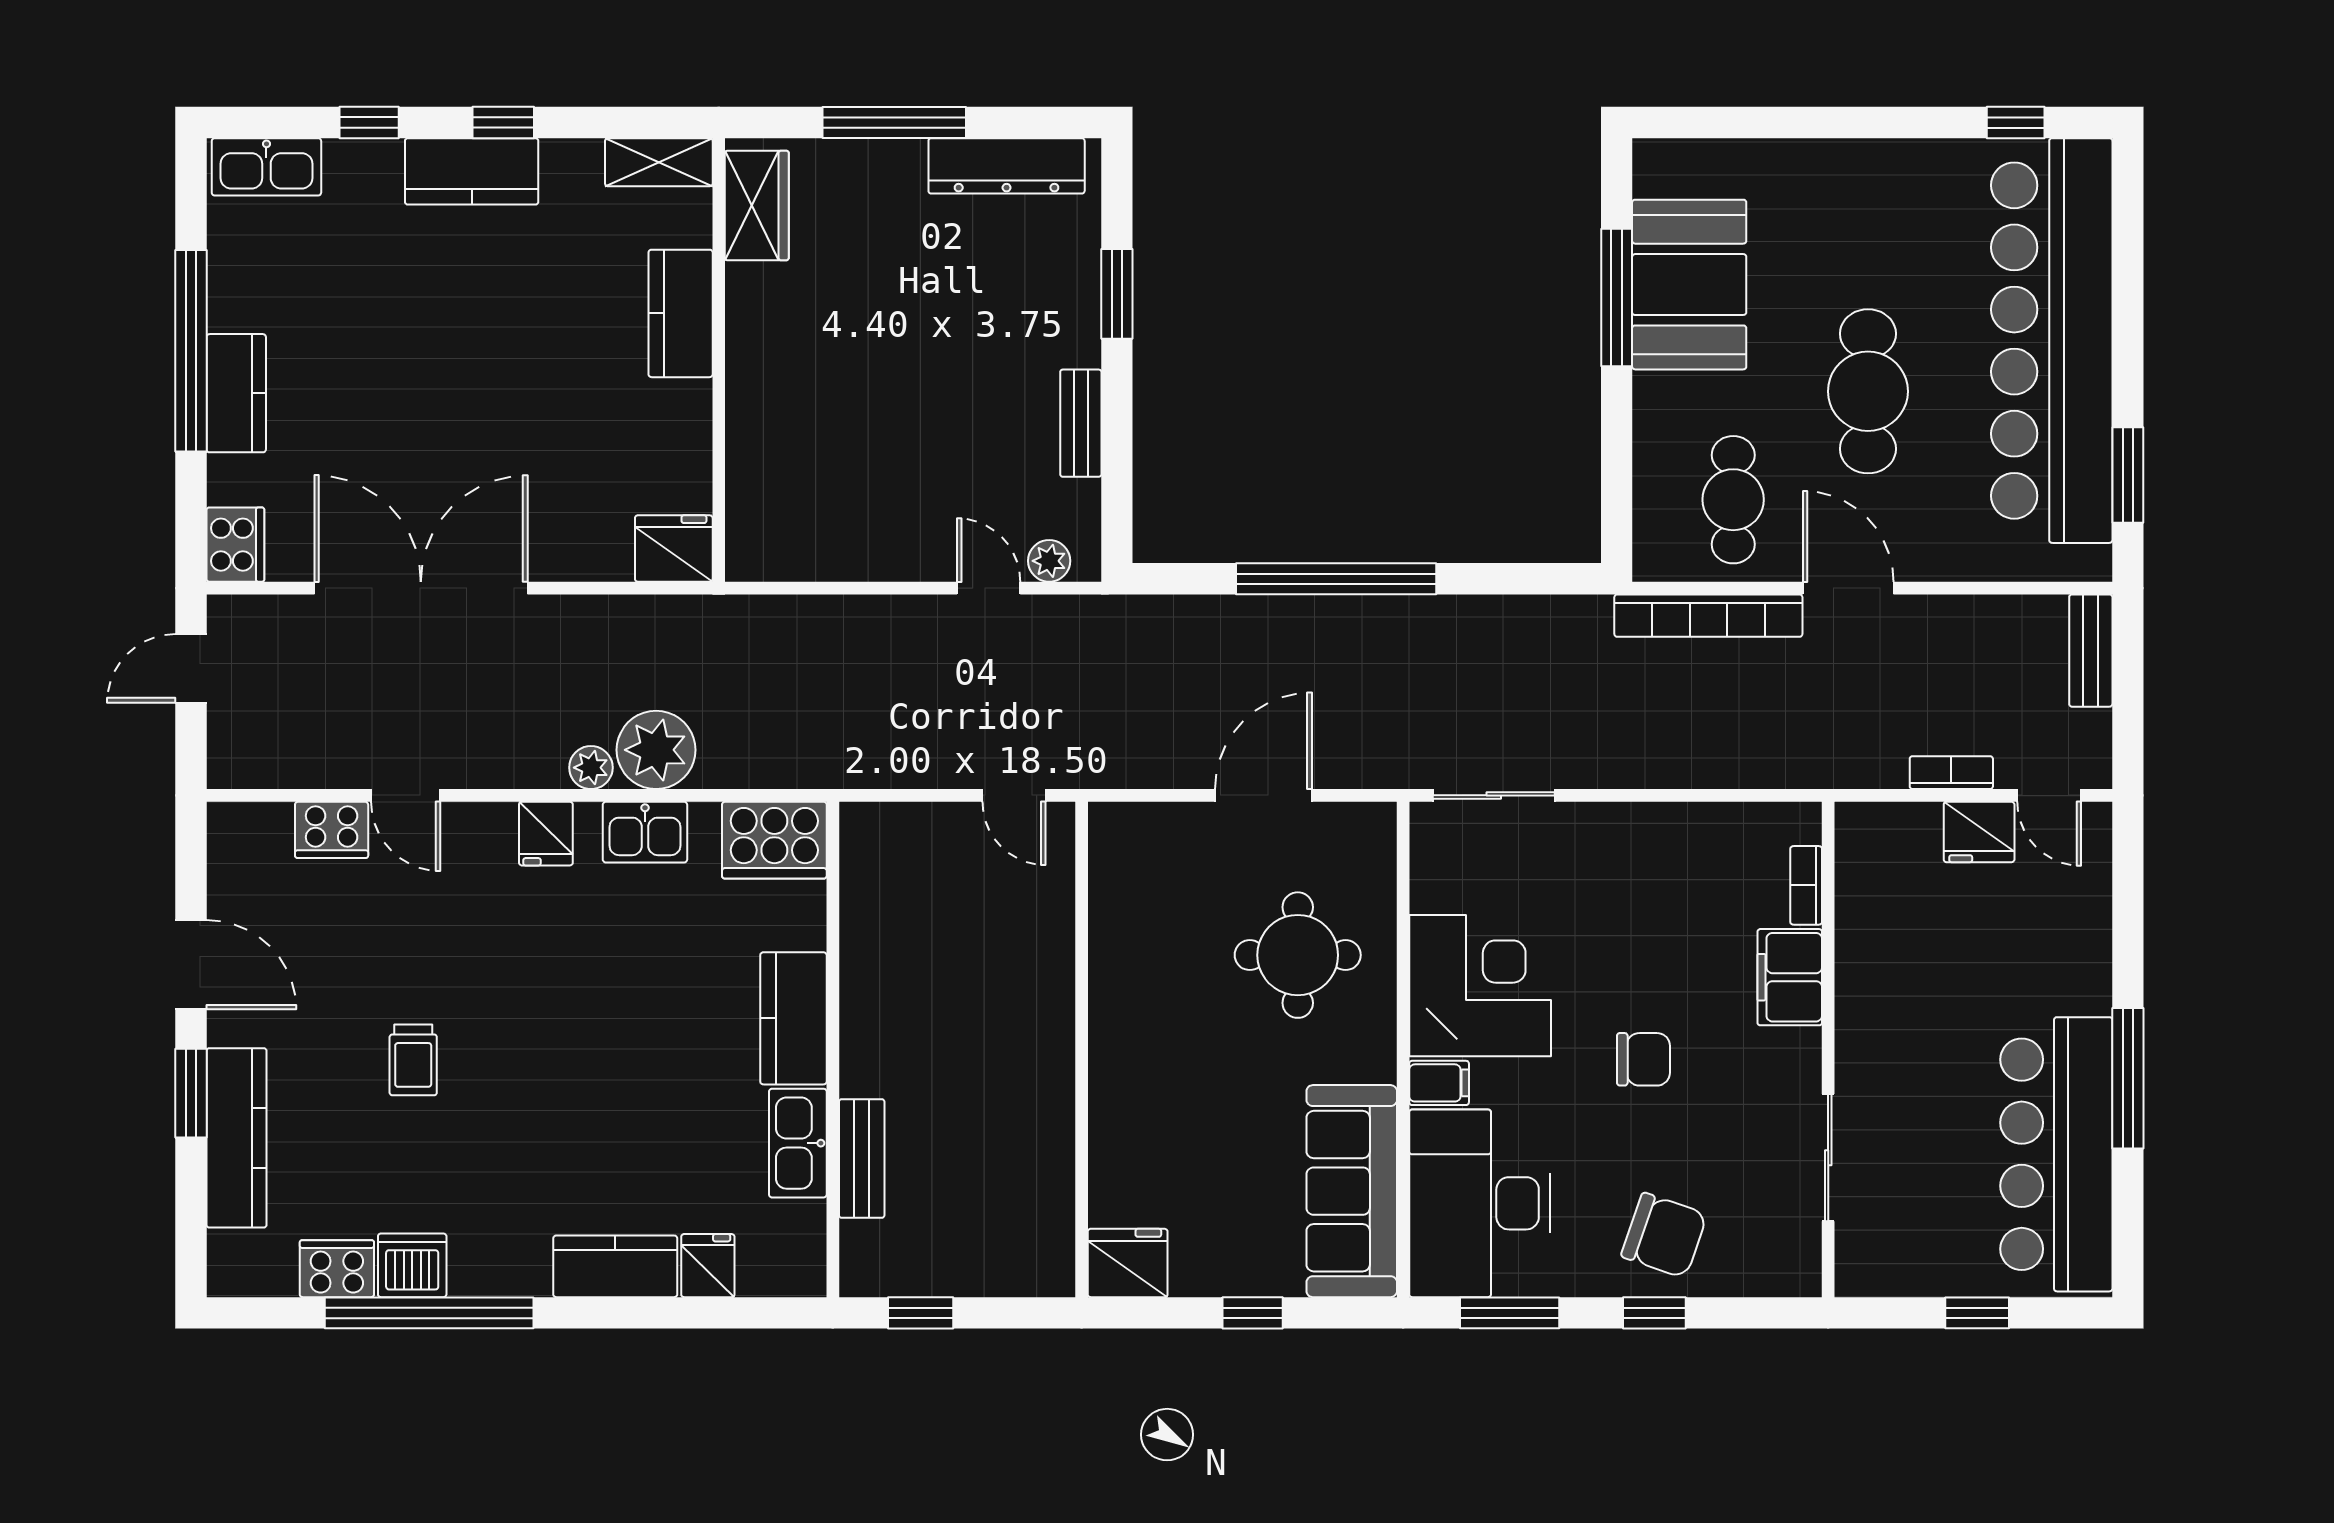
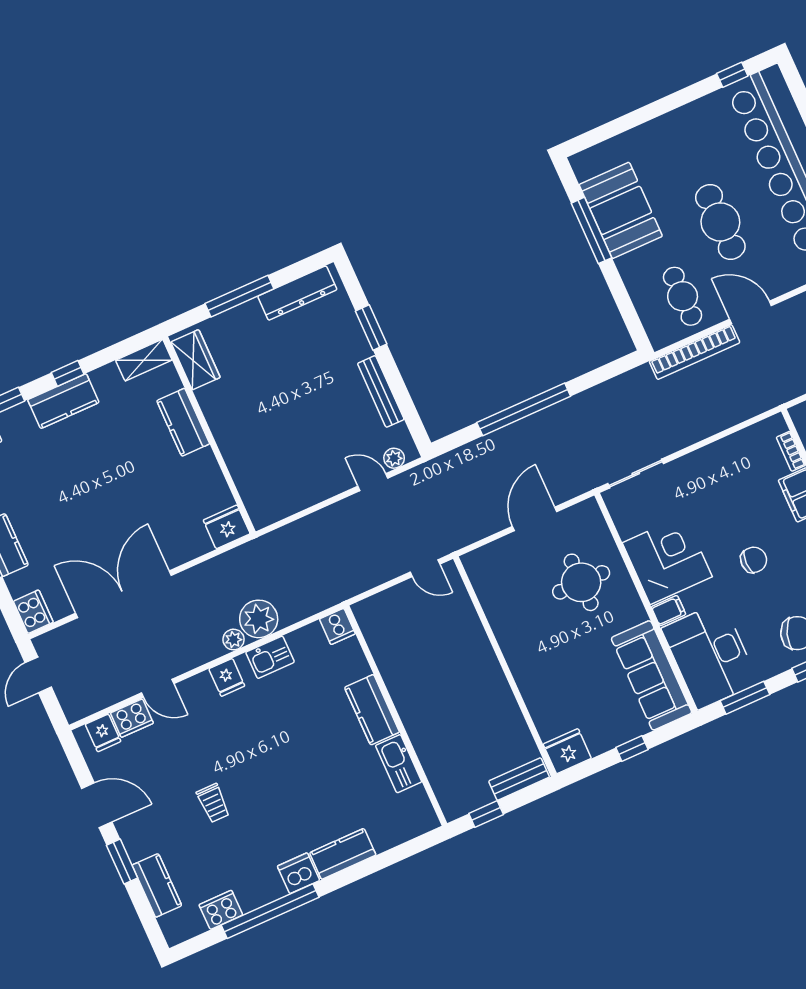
bench: (1081, 423) -> (381, 391), width x1.36
cooker: (774, 840) -> (337, 626), width x0.53, depth x0.76
kitchen counter: (236, 1138) -> (157, 885), width x0.67
bench: (862, 1159) -> (519, 779), moved, turned 90
dishwasher: (412, 1265) -> (299, 873), moved
fridge: (708, 1266) -> (103, 733), moved, turned 180

